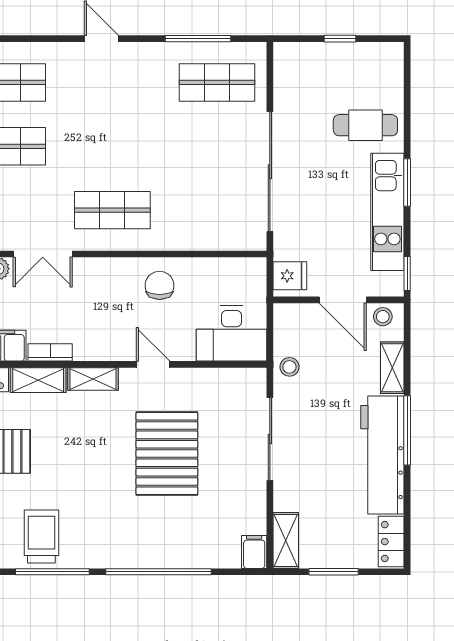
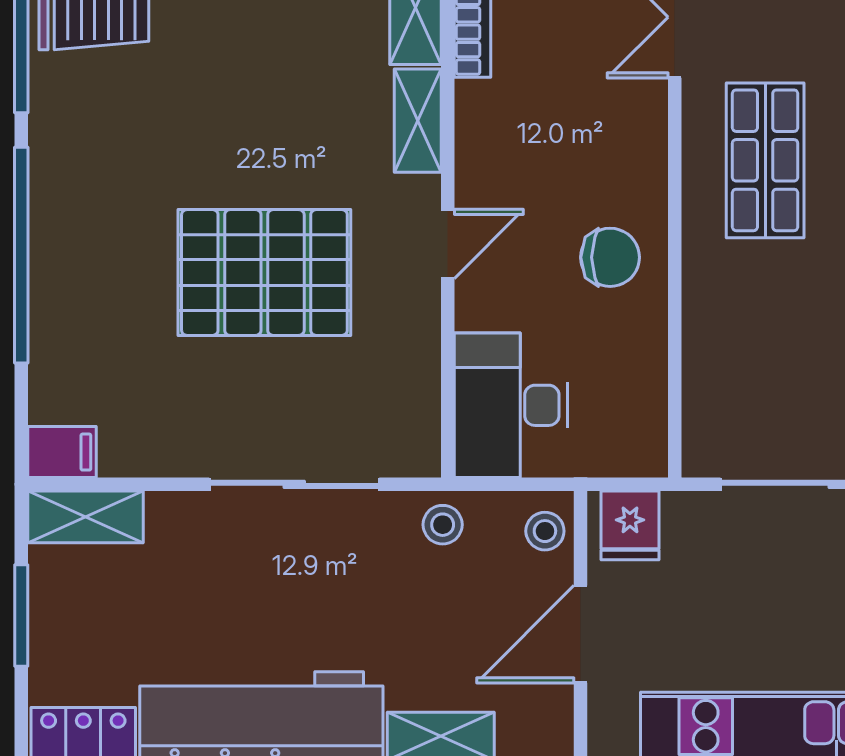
stool: (383, 317) -> (545, 531), moved

